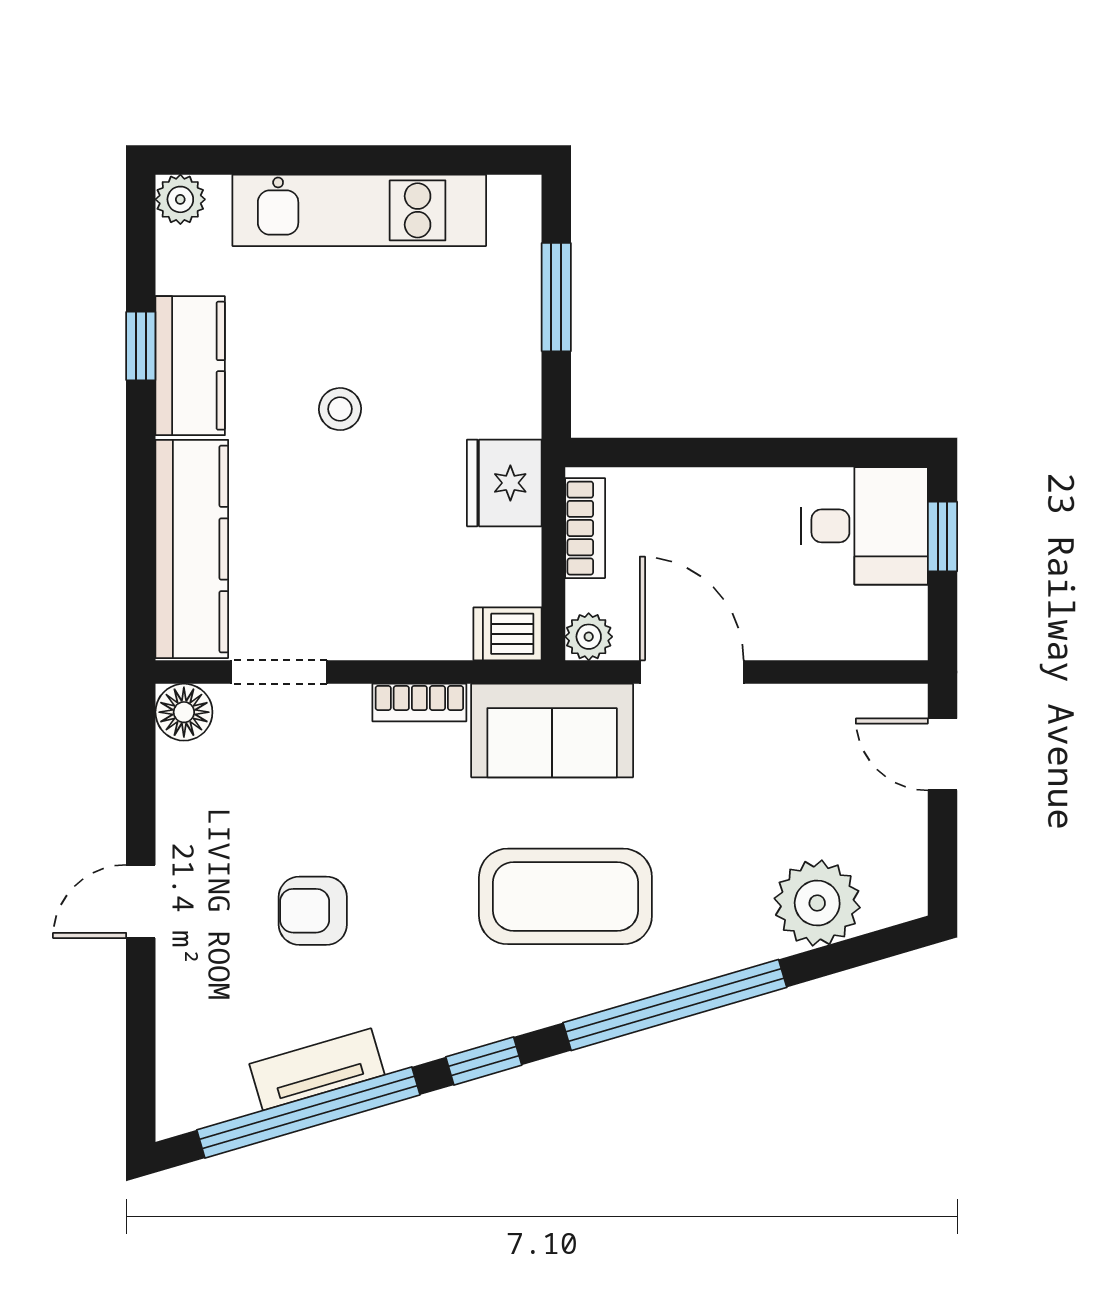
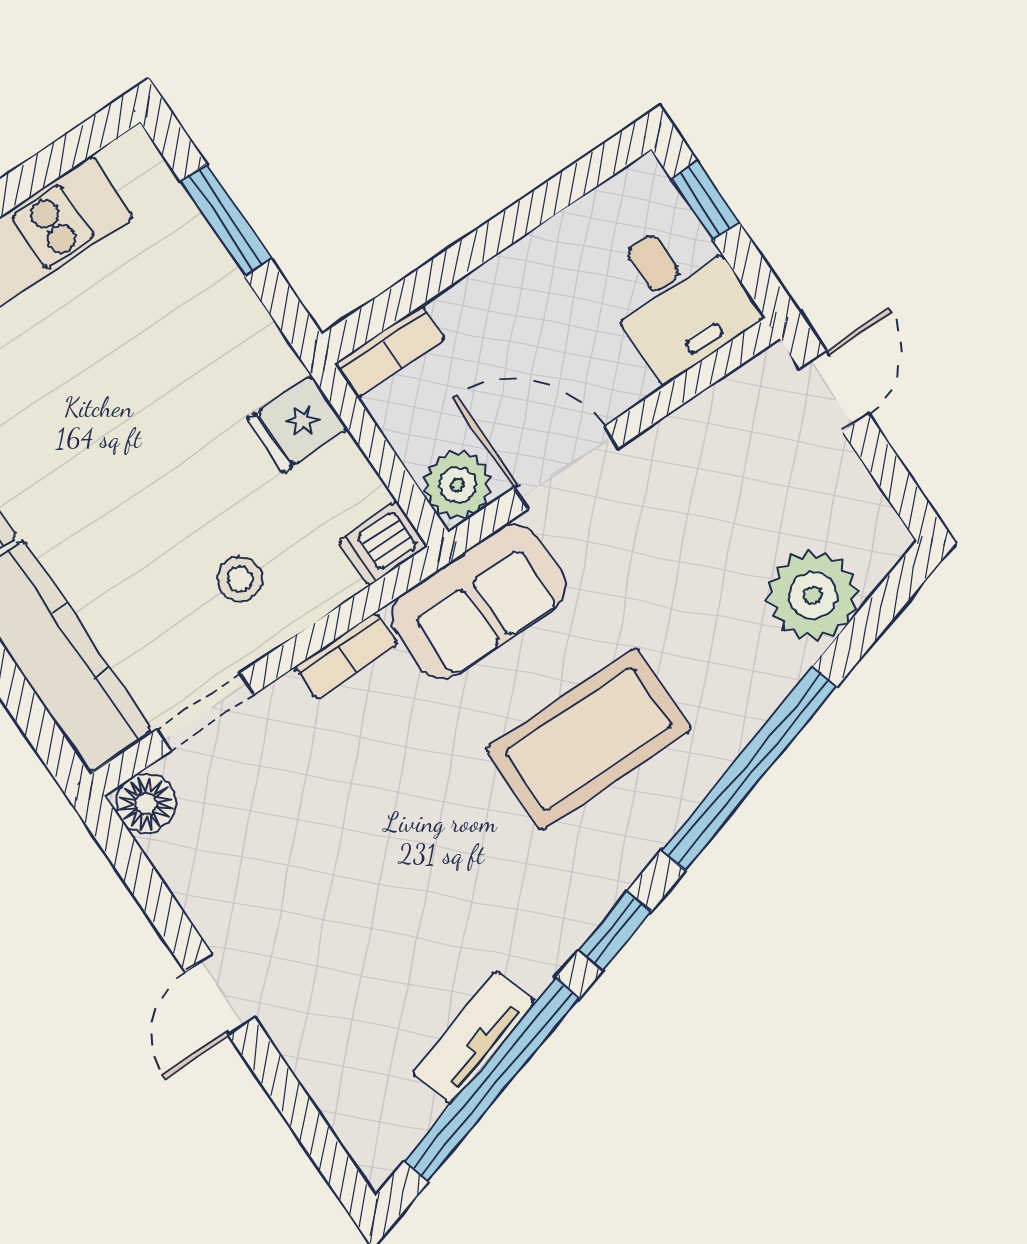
stool: (340, 409) -> (240, 579), moved
fridge: (504, 483) -> (297, 424), width x0.72
desk: (865, 526) -> (677, 297), moved, turned 90
bookcase: (585, 528) -> (390, 352), moved, turned 90
plant: (589, 637) -> (458, 485), width x1.38, depth x1.38
door: (942, 754) -> (834, 391), swing flipped
armchair: (313, 911) -> (376, 901), removed

